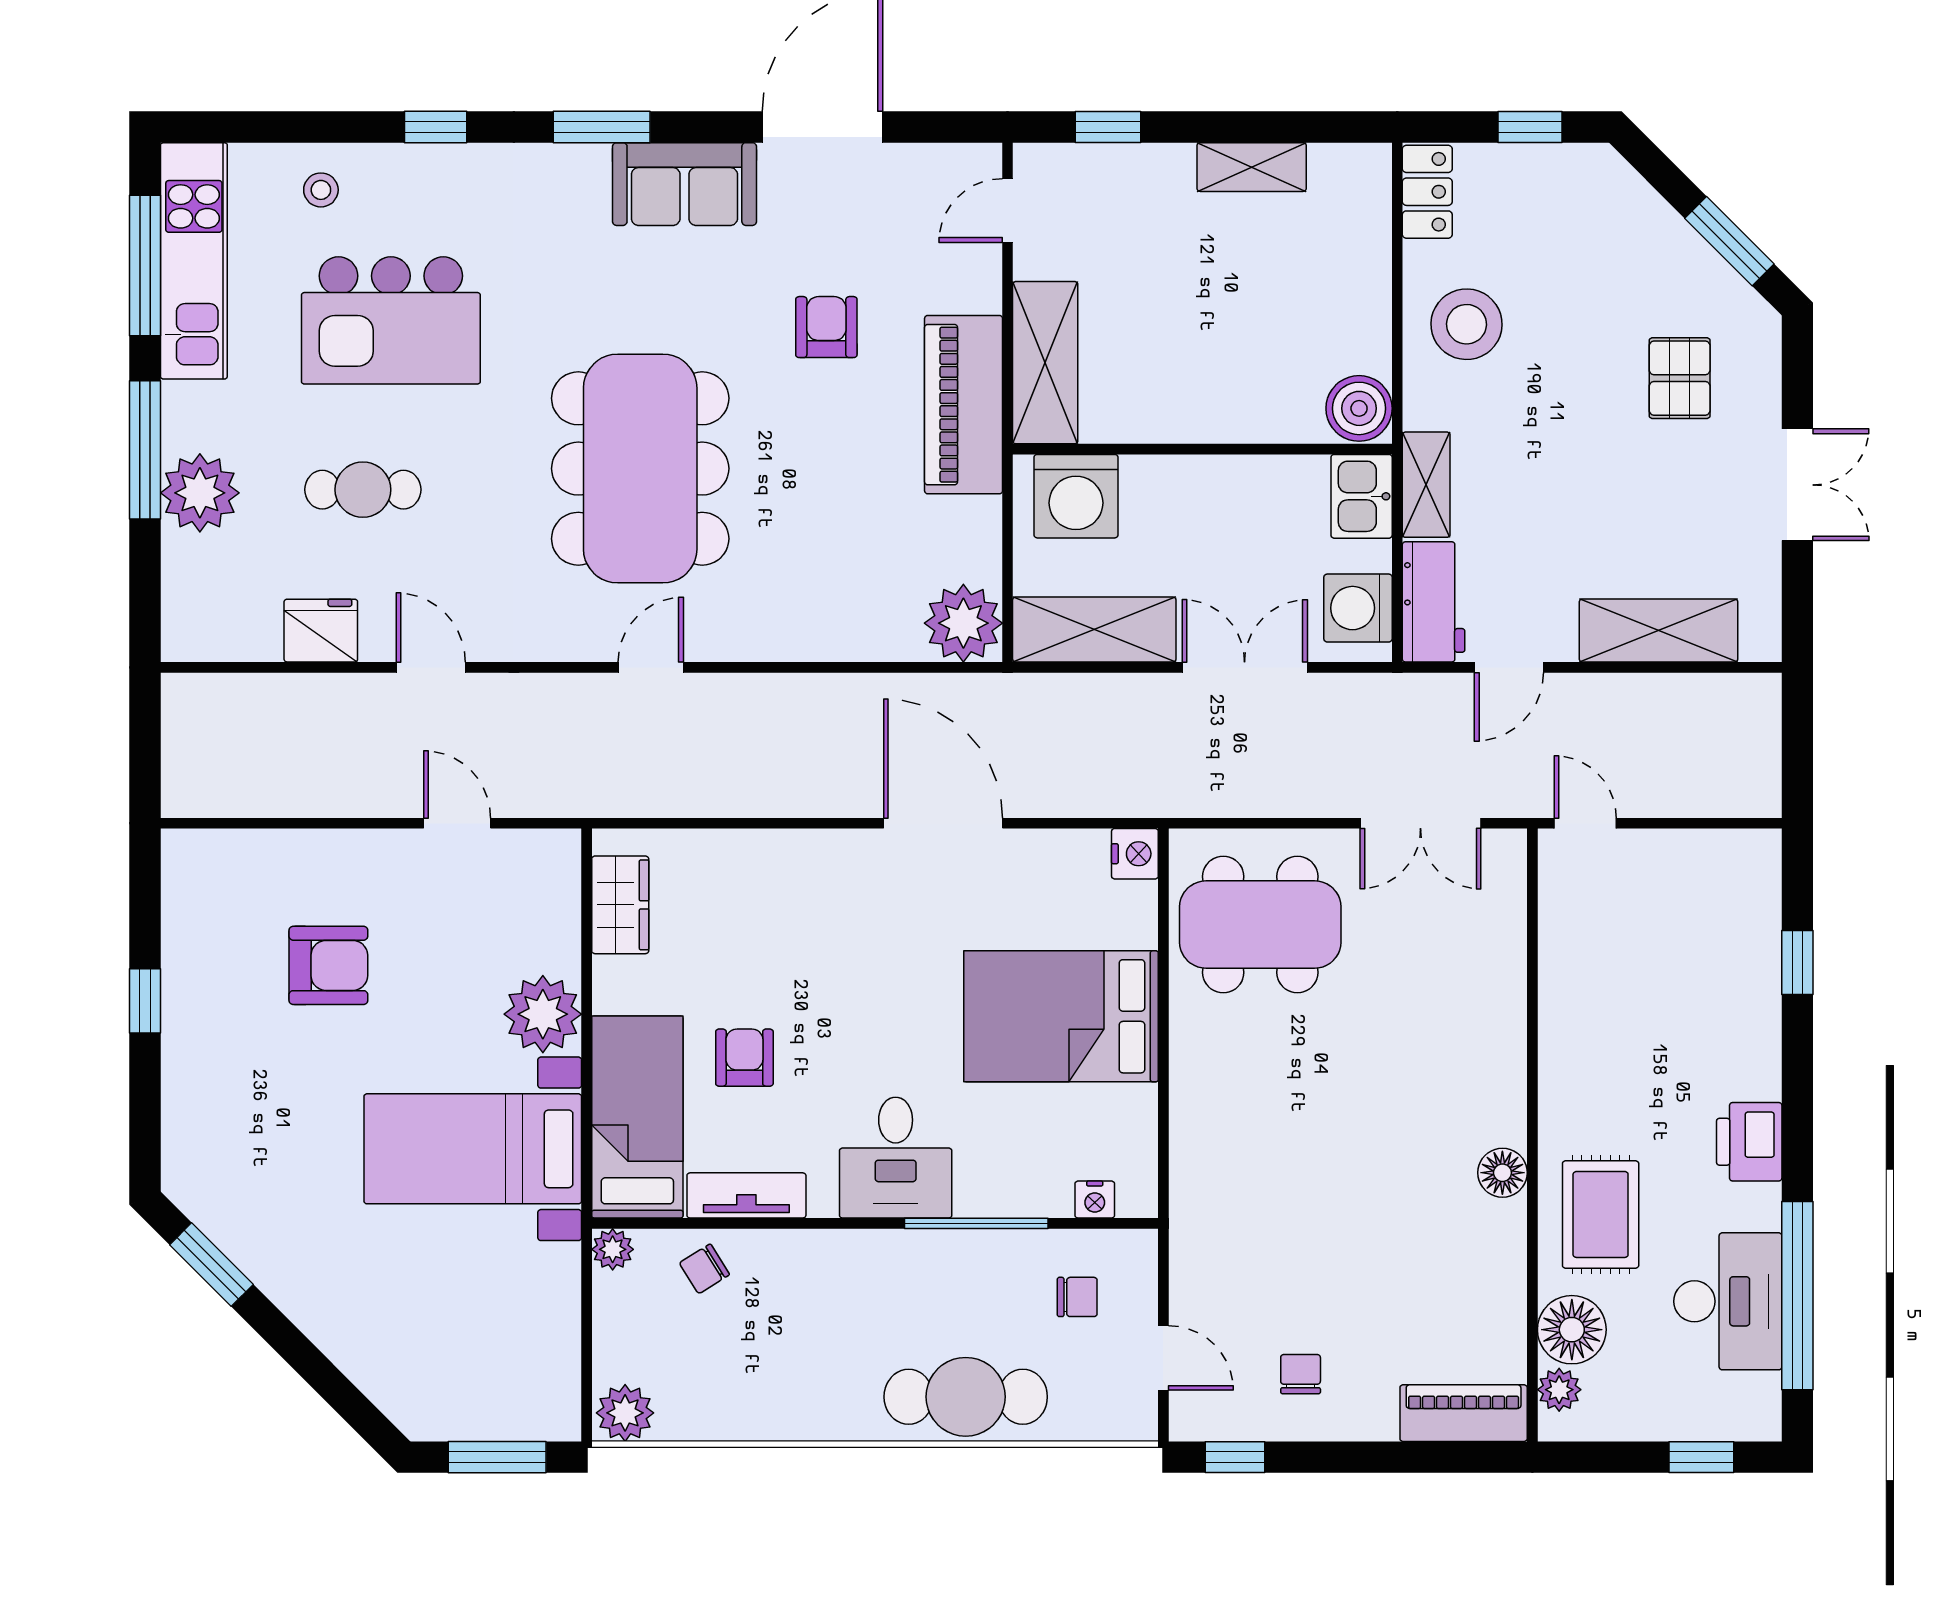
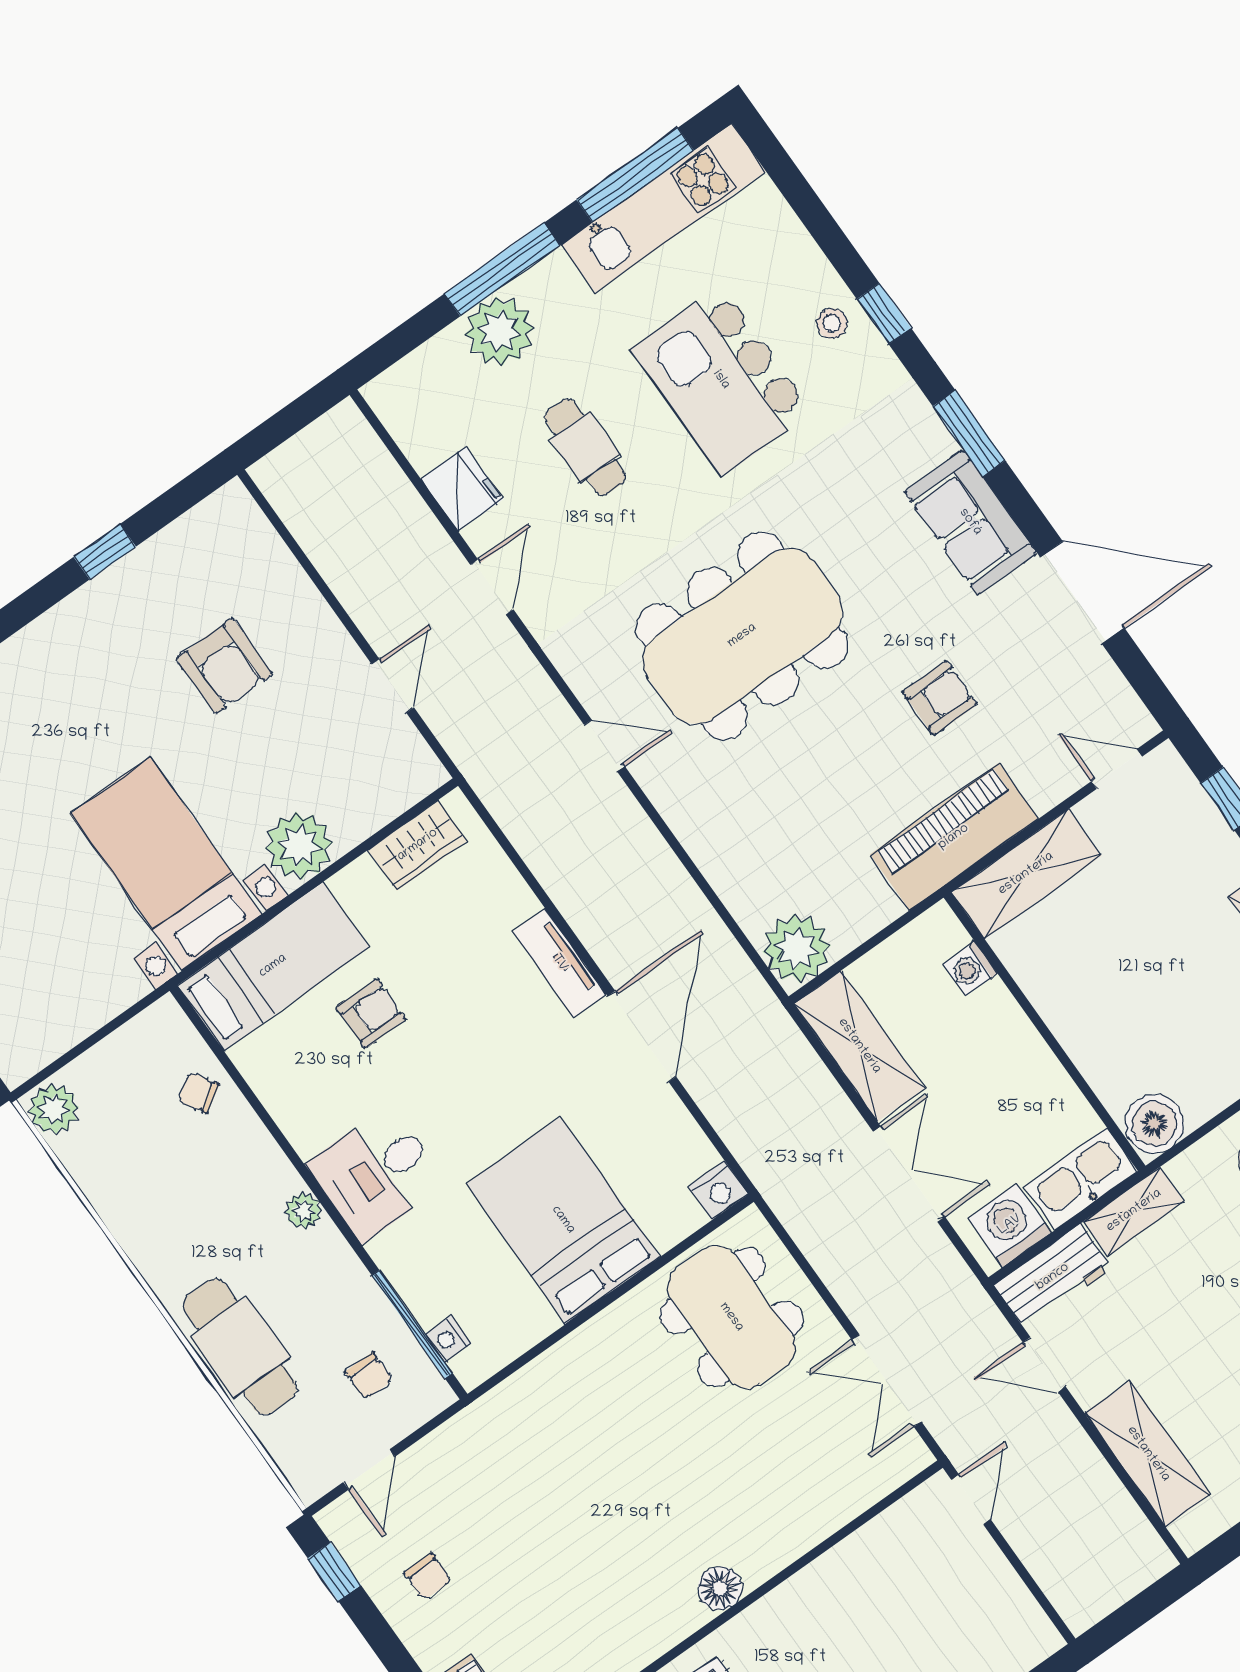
stool: (321, 190) -> (832, 323), moved
washing machine: (1076, 496) -> (970, 969), width x0.53, depth x0.53
kitchen sink: (1362, 496) -> (1081, 1179), width x1.38
floor lamp: (1502, 1173) -> (720, 1588), moved
tv unit: (746, 1195) -> (559, 963), moved, turned 180
window: (976, 1223) -> (412, 1324), moved
plant: (613, 1249) -> (303, 1211), moved
chair: (1301, 1374) -> (428, 1577), turned 90

